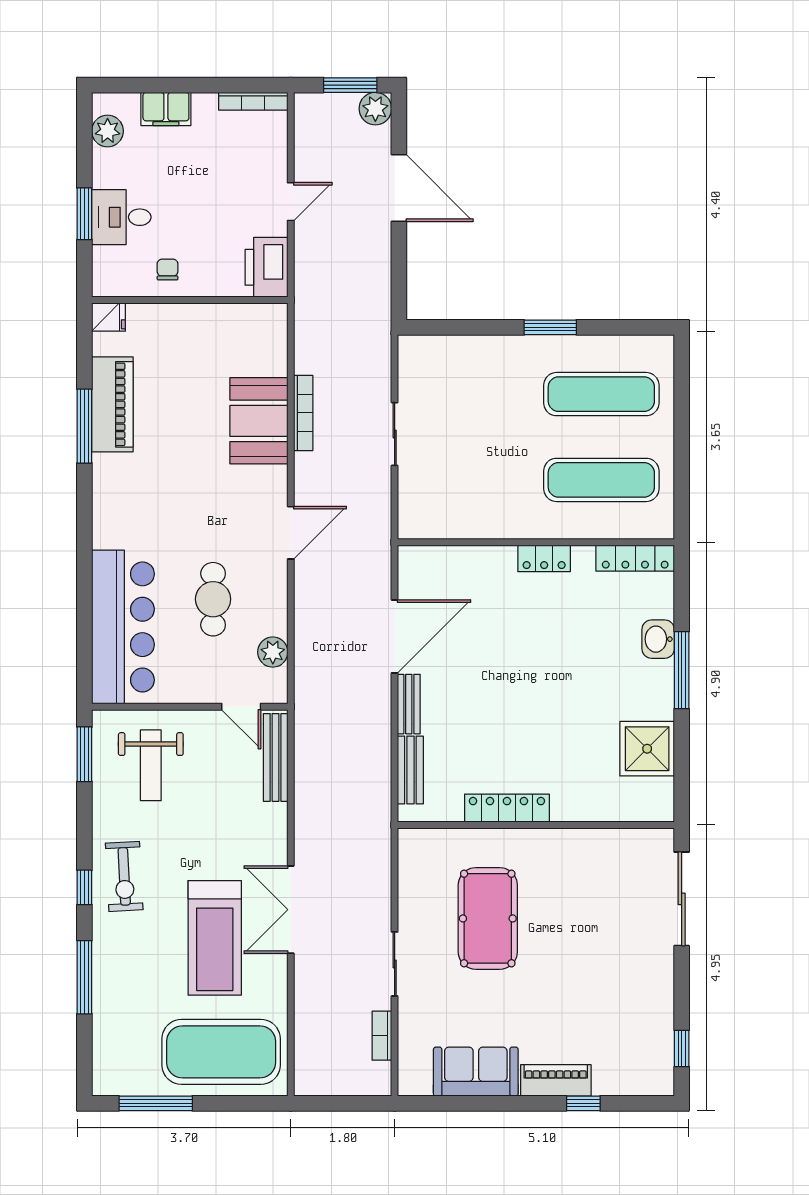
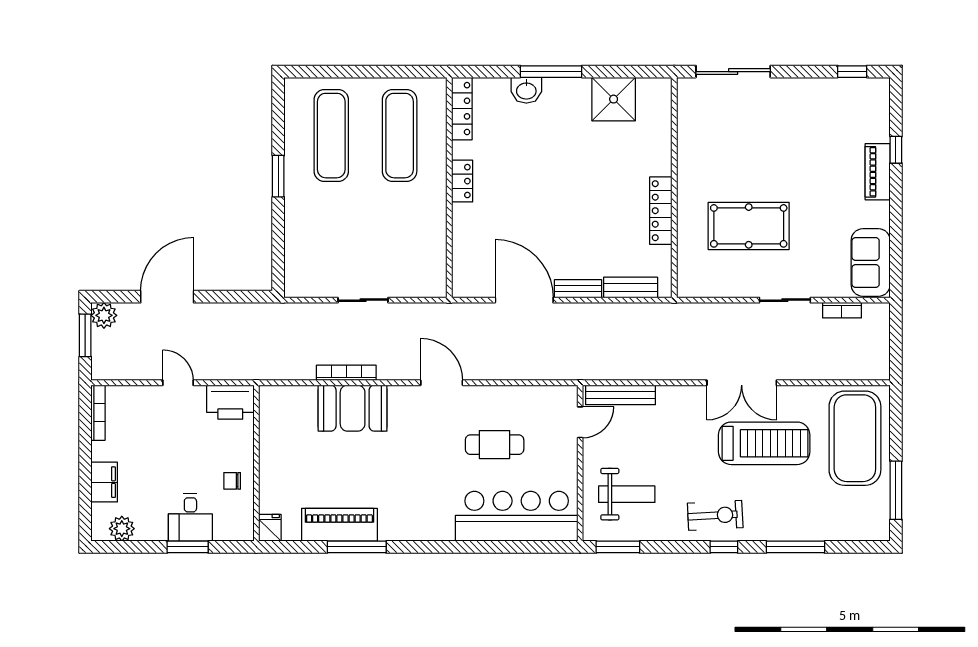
plant: (273, 652) -> (537, 397), removed
sofa: (476, 1072) -> (871, 262), moved

